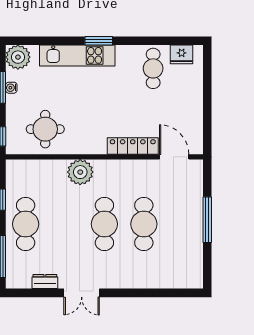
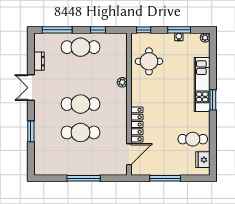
plant: (18, 57) -> (205, 38), width x0.53, depth x0.53
window: (207, 107) -> (165, 178), added
plant: (80, 172) -> (122, 82), width x0.53, depth x0.53
window: (142, 293) -> (31, 131), added

